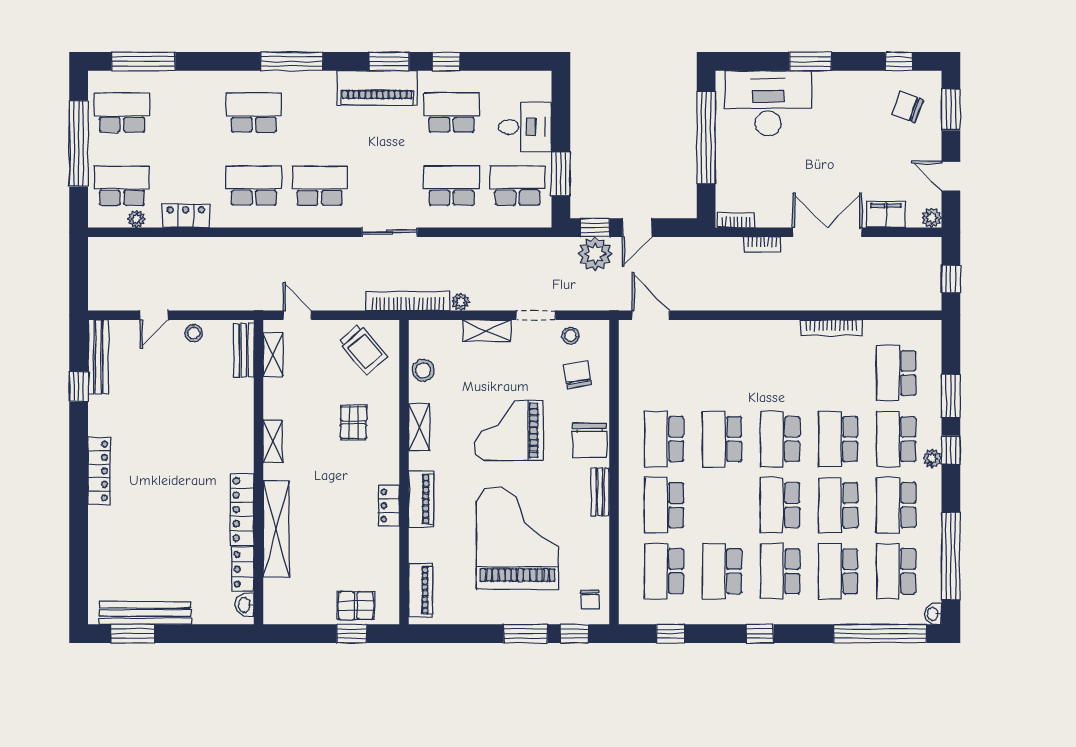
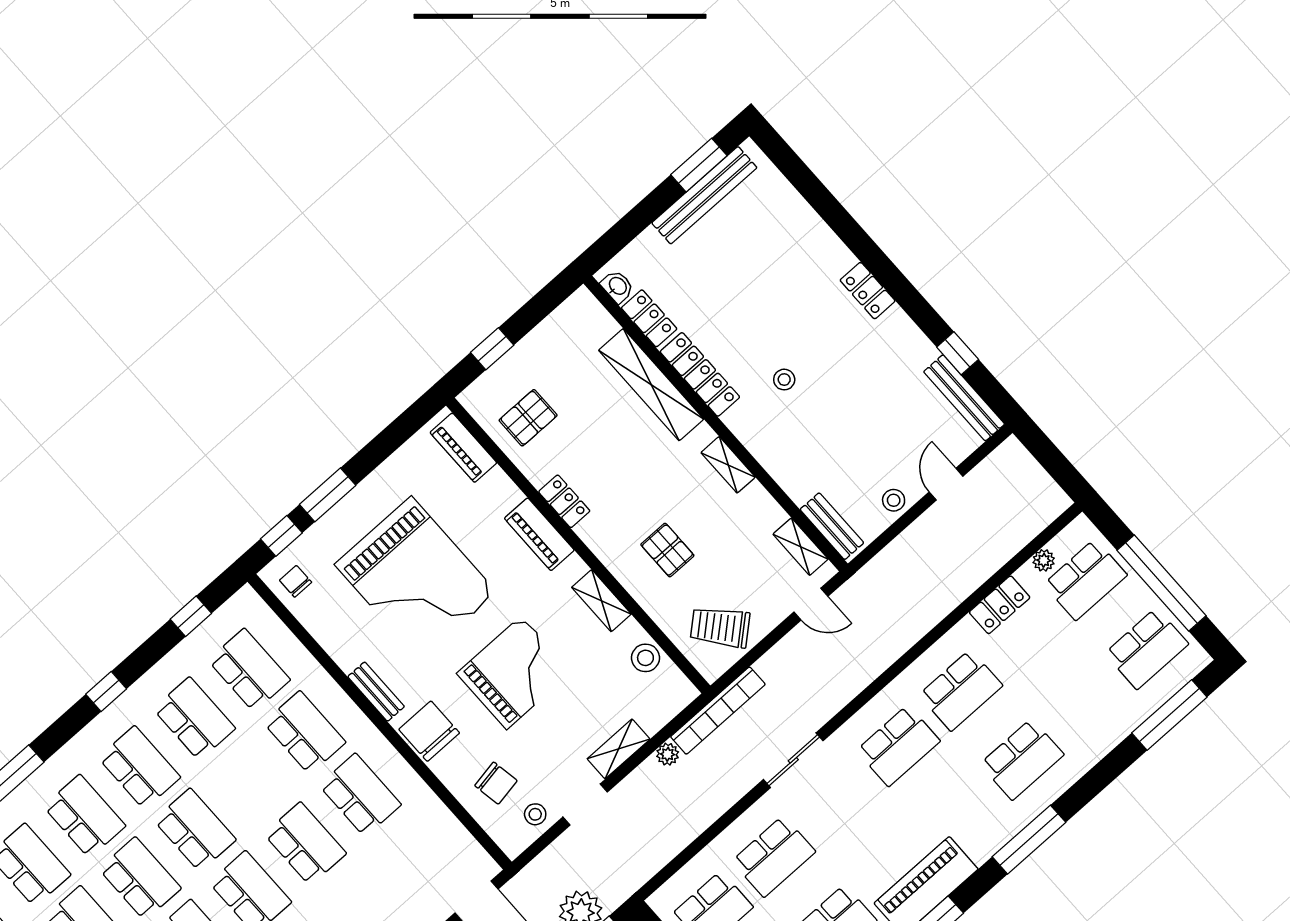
stool: (195, 462) -> (784, 380), added
locker: (99, 471) -> (868, 291), width x0.66
pallet: (356, 606) -> (528, 418), moved

